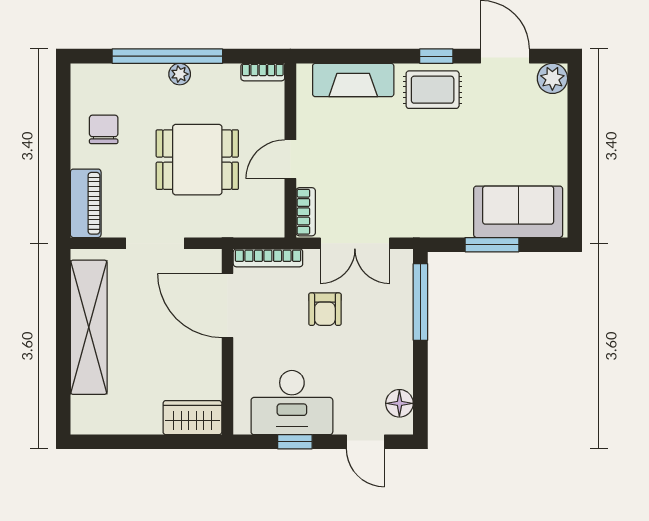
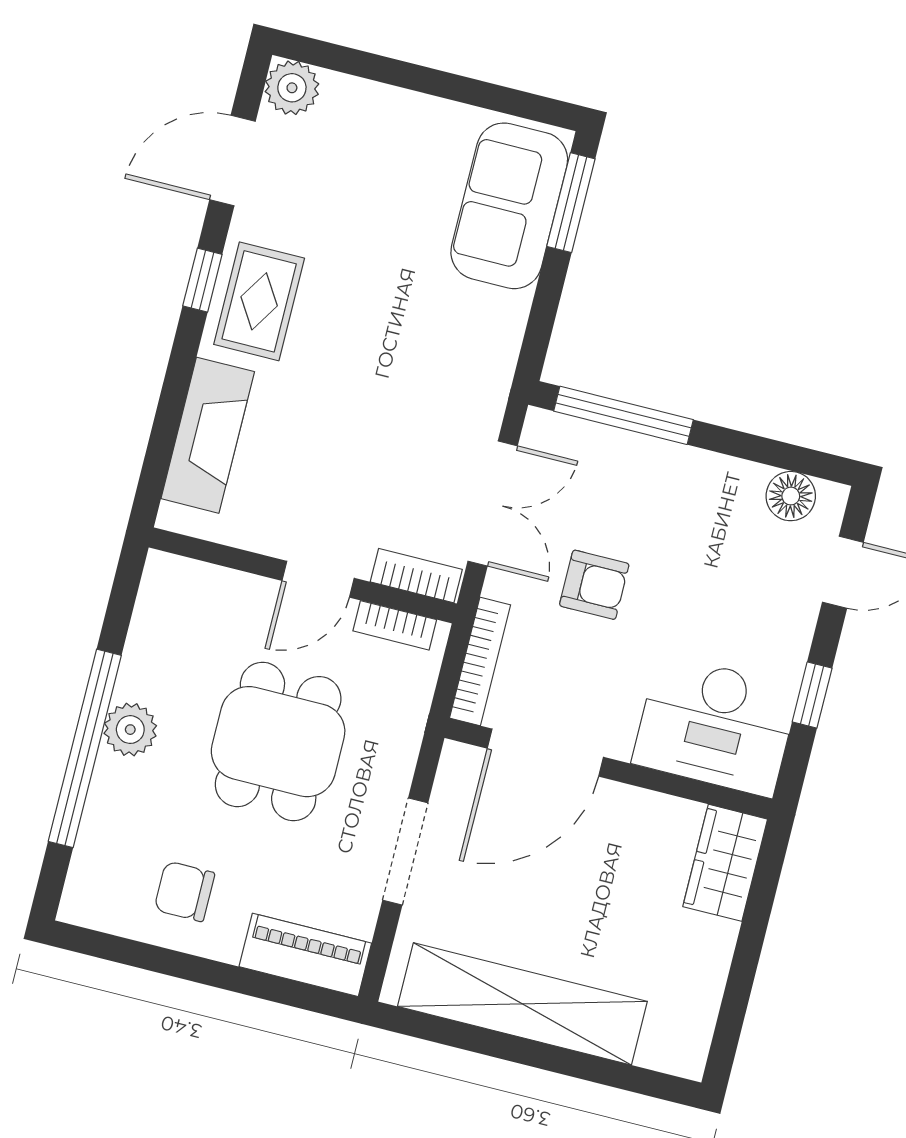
bookcase: (263, 72) -> (395, 625), moved, turned 90
plant: (180, 74) -> (130, 730), width x1.38, depth x1.38
door: (290, 159) -> (318, 579), hinge flipped
window: (492, 245) -> (571, 203), moved
desk: (292, 403) -> (716, 725), moved, turned 90

